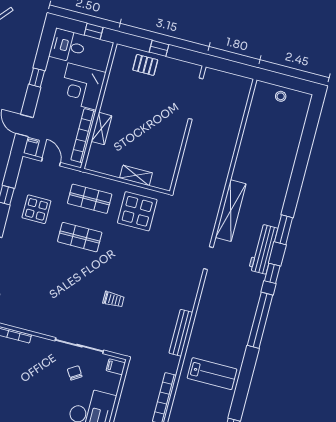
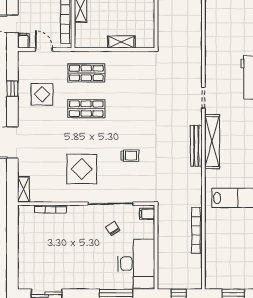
display table: (137, 211) -> (82, 169), moved
shelving: (231, 211) -> (212, 142), moved
bench: (181, 333) -> (196, 146), moved

